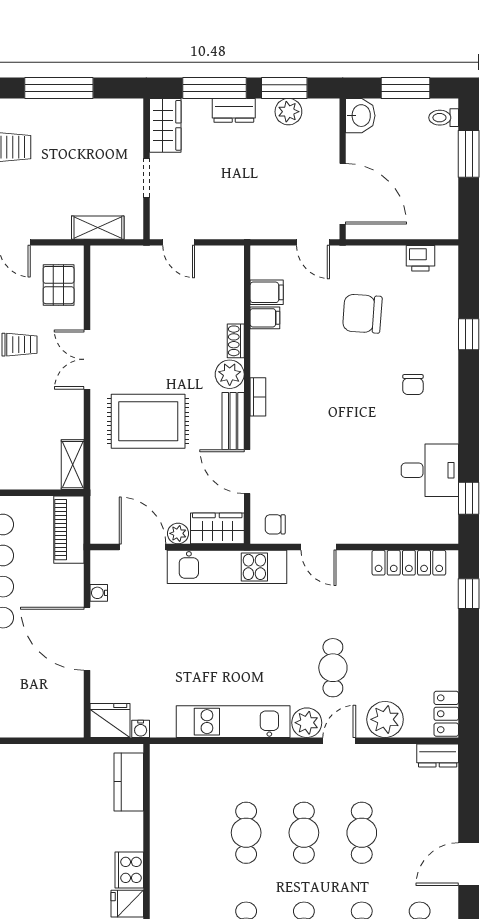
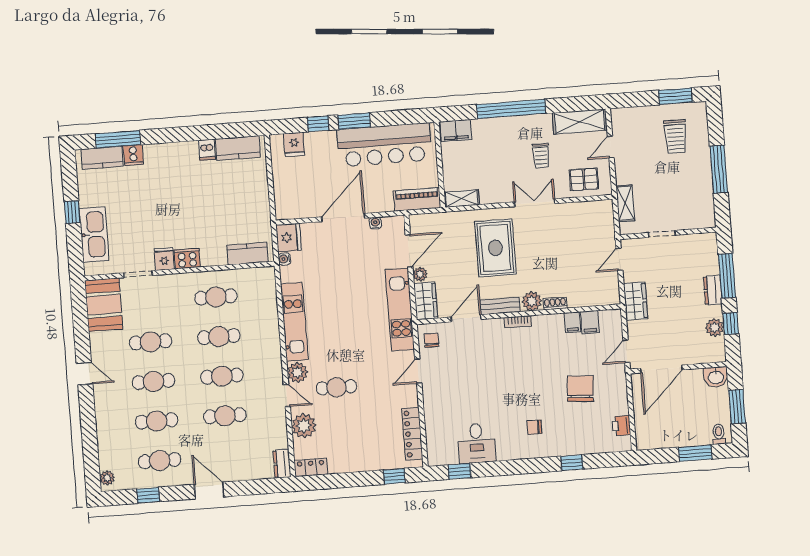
window: (284, 88) -> (731, 323), width x0.67
wardrobe: (165, 125) -> (636, 301), moved, turned -90
cafe table: (188, 833) -> (216, 297), added

